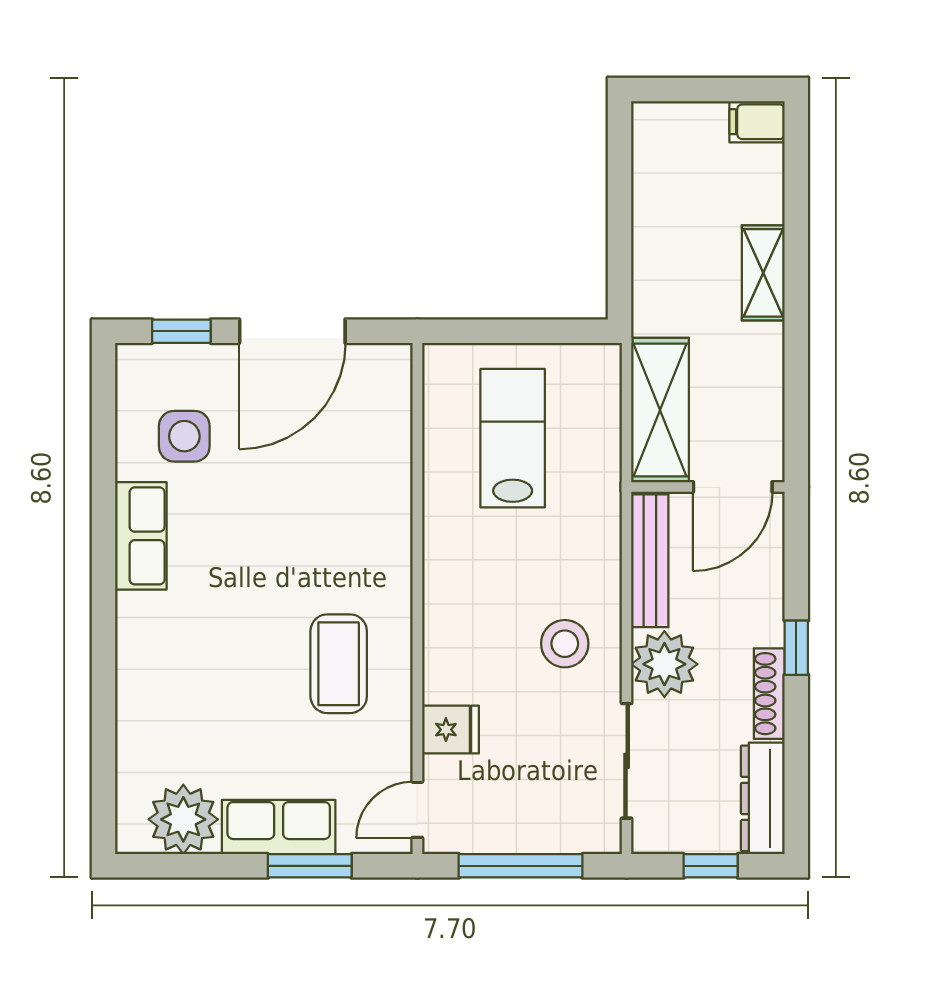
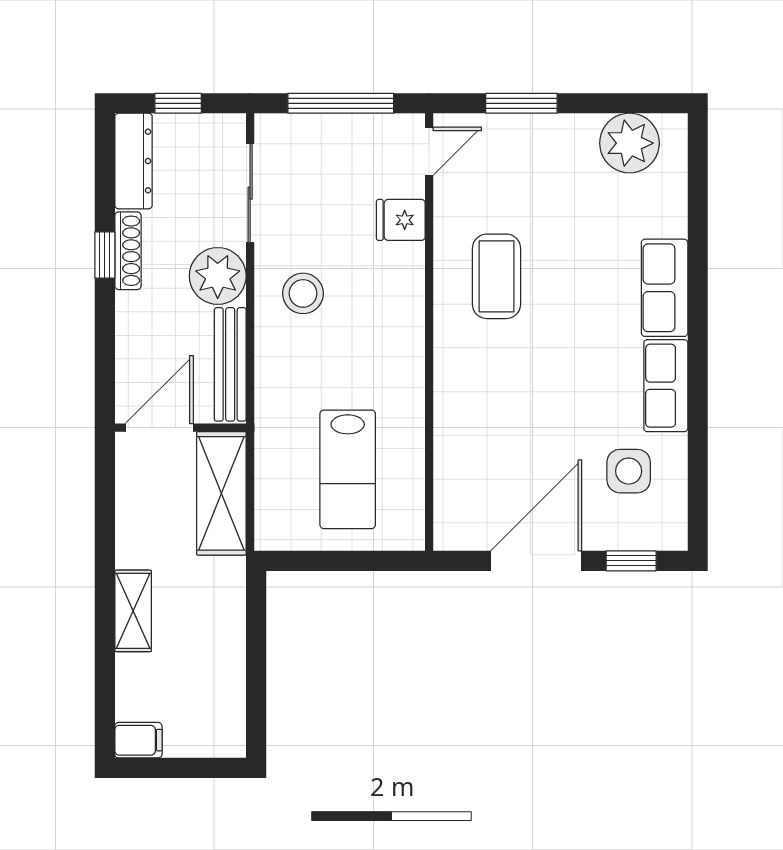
window: (796, 648) -> (105, 255), moved
row of seats: (279, 827) -> (665, 288), moved, turned 90

